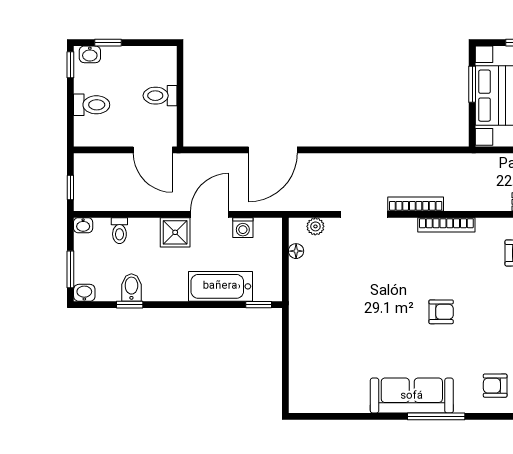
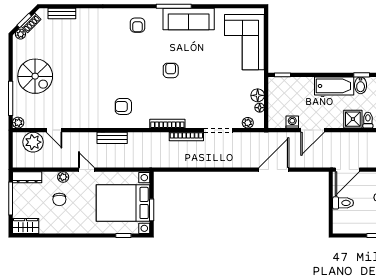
door: (153, 150) -> (347, 170), swing flipped
shower: (175, 232) -> (353, 119), moved
floor lamp: (299, 271) -> (258, 95), added
bathtub: (220, 286) -> (334, 86), moved
armchair: (441, 312) -> (171, 70), turned 90
corner sofa: (321, 358) -> (244, 42), added
armchair: (495, 386) -> (137, 25), turned 90

